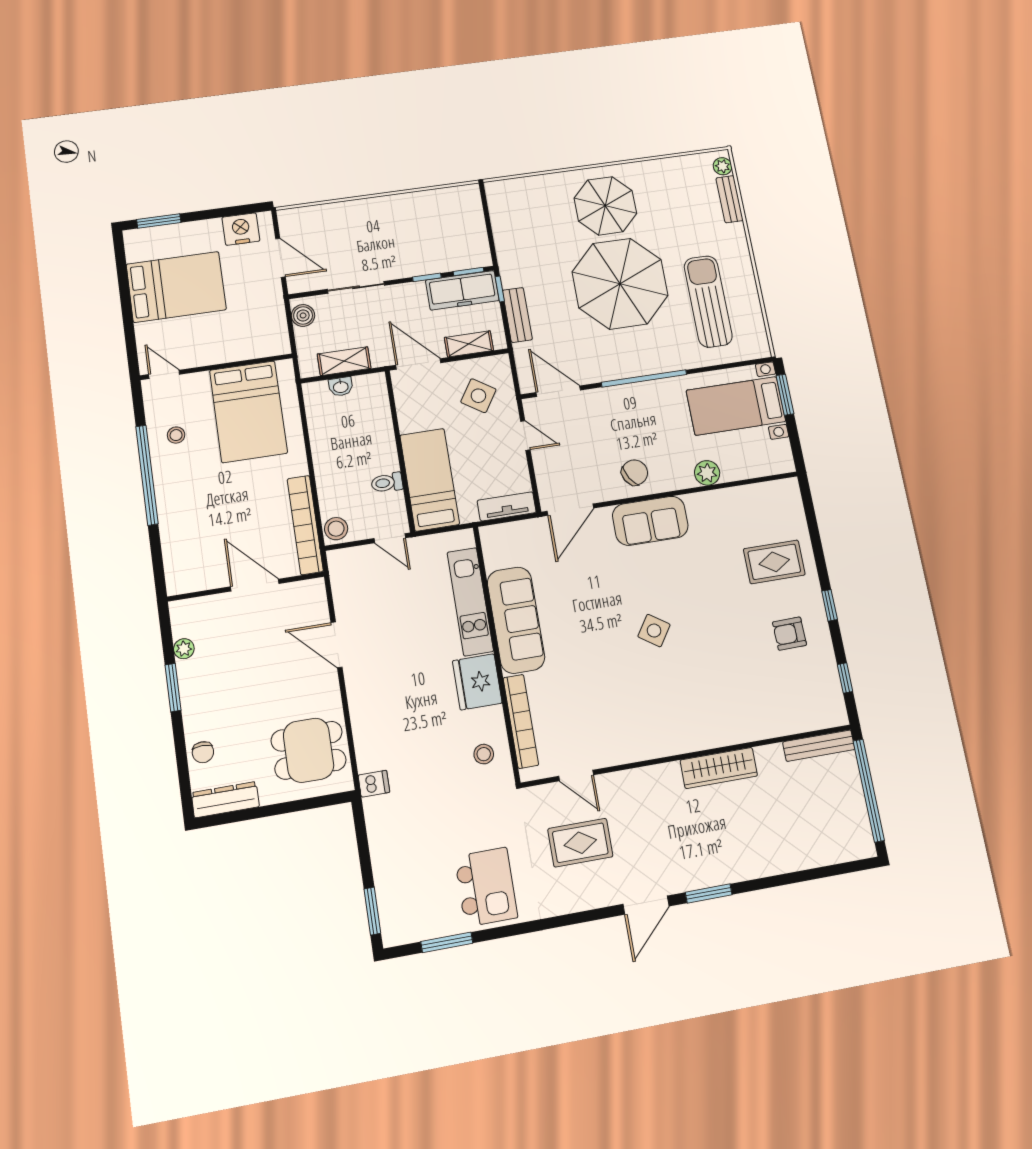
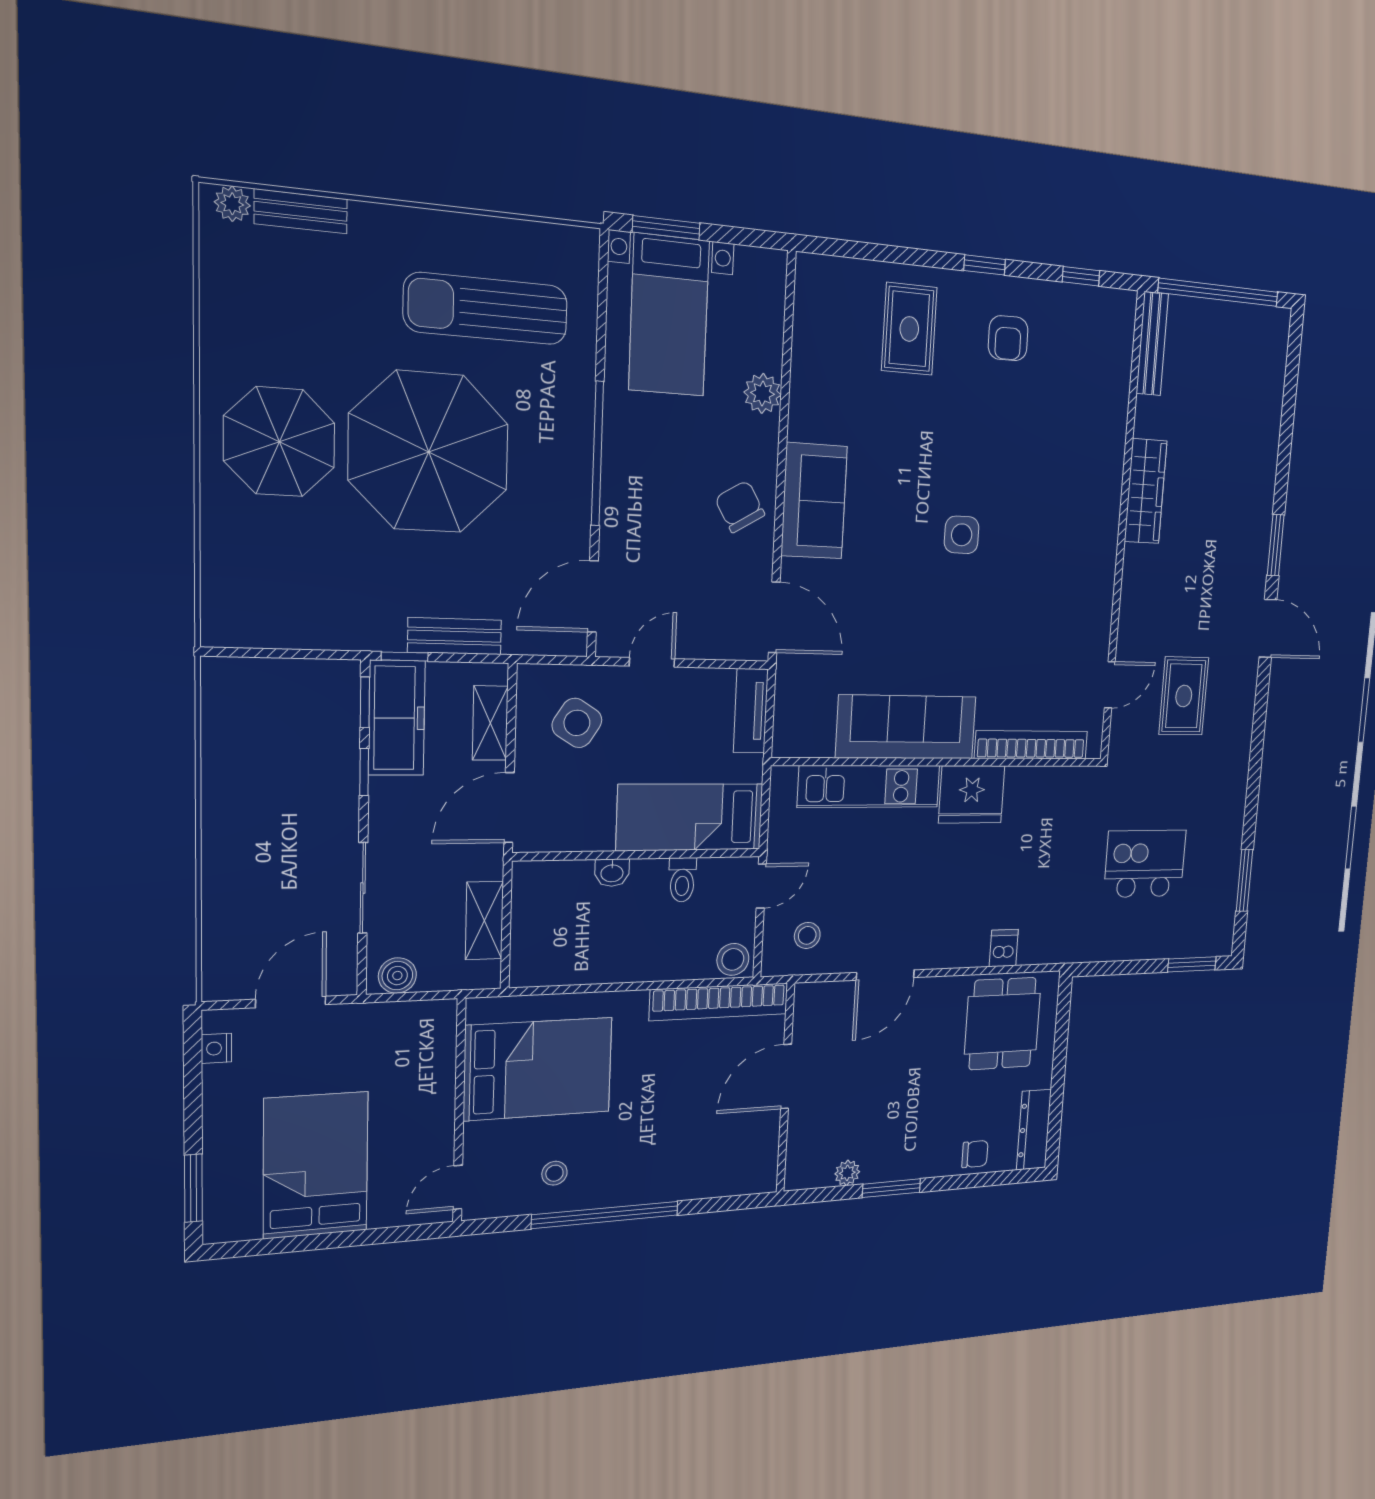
nightstand: (241, 229) -> (216, 1048), width x0.53, depth x0.56
washbasin: (341, 387) -> (612, 873), moved, turned 90
side table: (654, 631) -> (962, 535), turned -34
stool: (484, 754) -> (807, 935), moved
dishwasher: (374, 784) -> (1004, 948), moved
kitchen island: (486, 887) -> (1145, 864), moved

